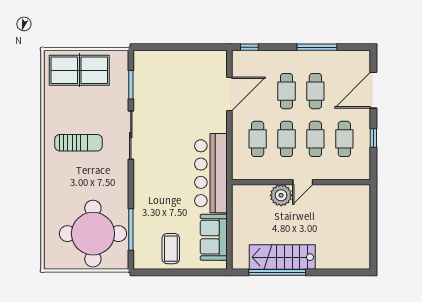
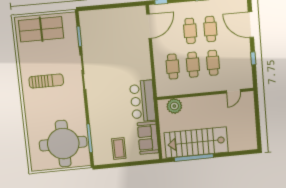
door: (373, 90) -> (251, 25), hinge flipped
door: (229, 94) -> (149, 26), moved
cafe table: (344, 139) -> (233, 61), removed
bar counter: (211, 173) -> (143, 101), width x0.73
door: (303, 182) -> (233, 91), moved
plant: (281, 195) -> (174, 106), moved
stairs: (282, 257) -> (196, 142), width x1.36, depth x1.51

